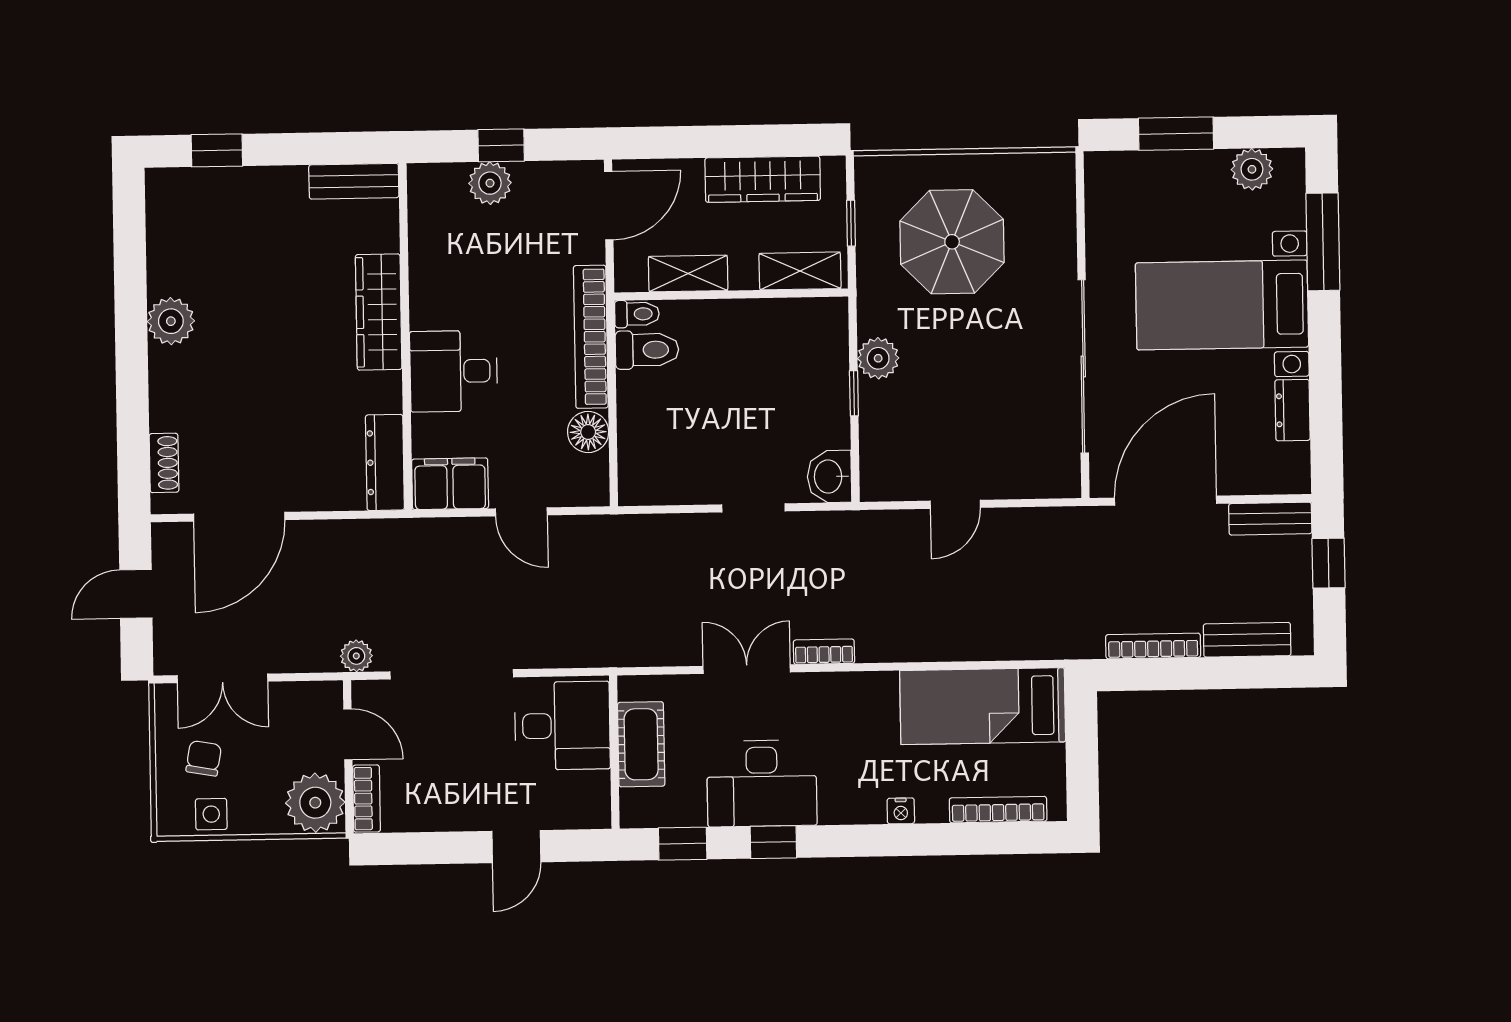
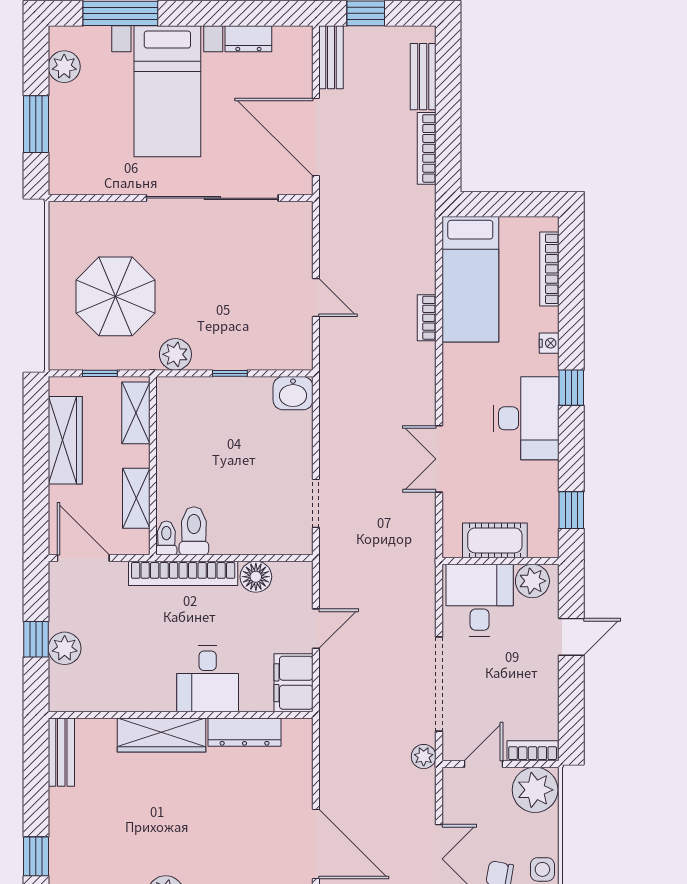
plant: (878, 358) -> (175, 354), moved
dresser: (385, 462) -> (244, 732), moved
doorway: (753, 508) -> (316, 503), moved
bookcase: (824, 652) -> (427, 318), moved
desk: (762, 783) -> (526, 418), moved
plant: (589, 794) -> (532, 581), added
window: (773, 842) -> (571, 388), moved
door: (516, 847) -> (571, 637), hinge flipped

